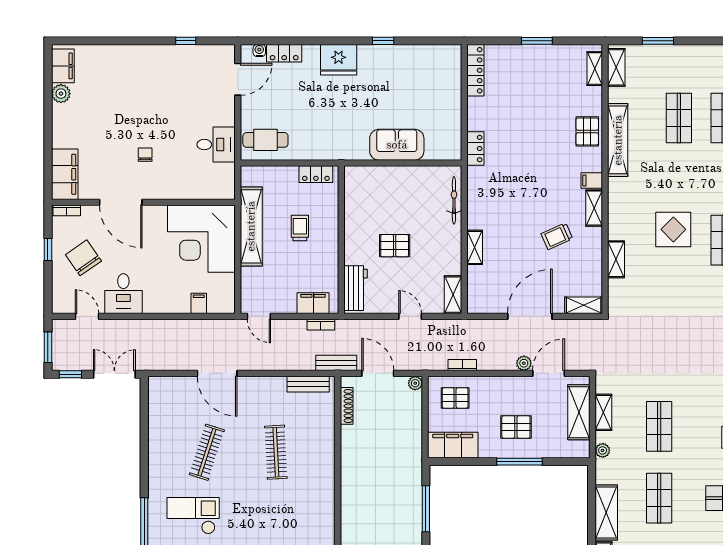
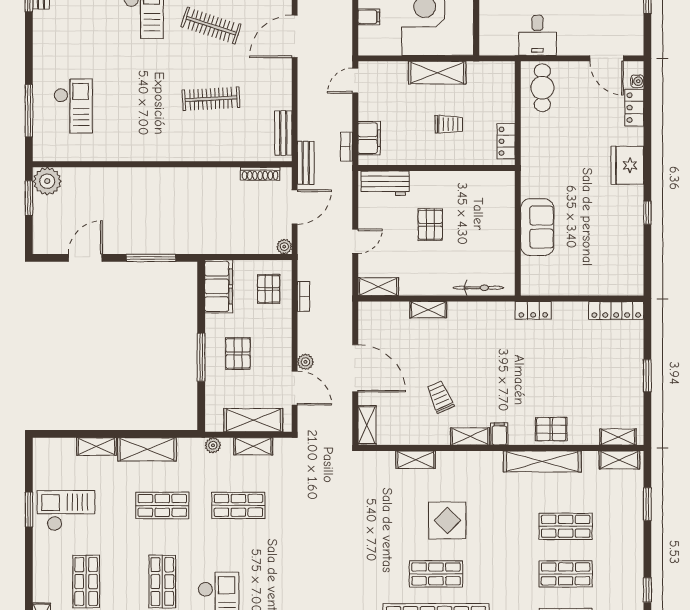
shelving: (251, 226) -> (437, 73), width x0.68

